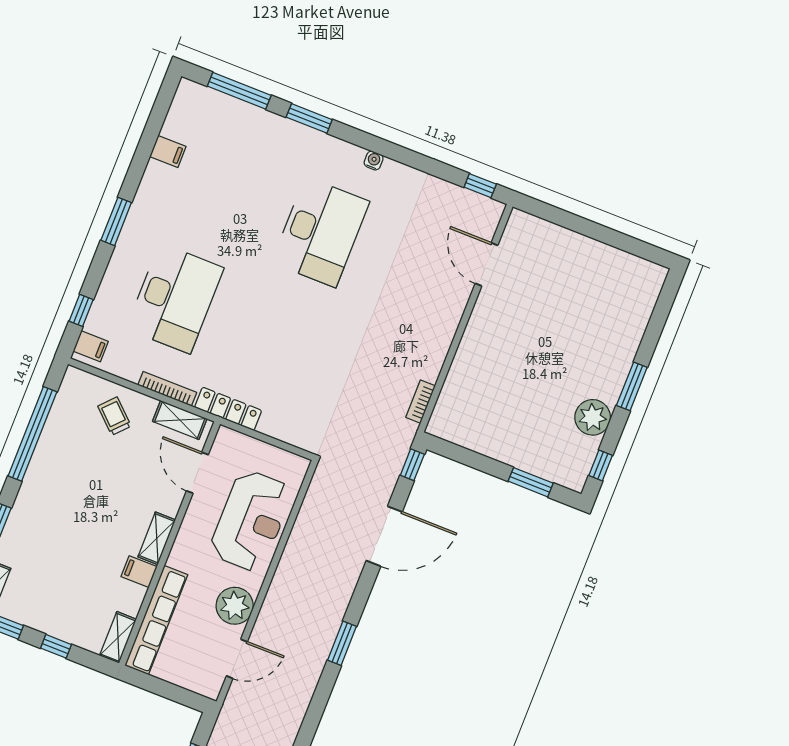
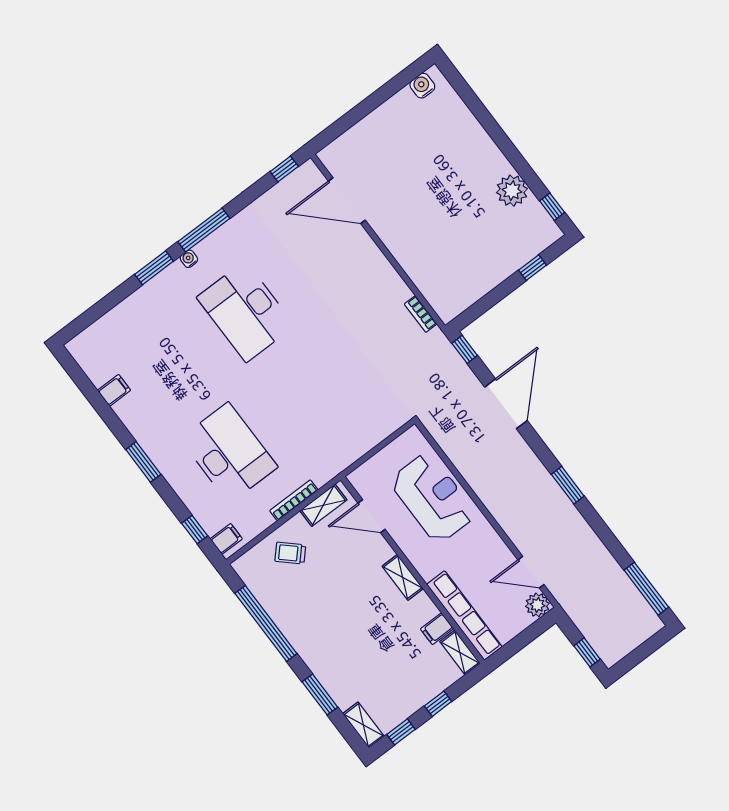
window: (239, 91) -> (204, 230), moved
water cooler: (374, 161) -> (189, 259), moved
desk: (321, 232) -> (246, 312), turned 180
door: (486, 264) -> (347, 201), width x1.36
water cooler: (641, 270) -> (422, 86), added
window: (632, 386) -> (507, 147), removed
locker: (228, 409) -> (337, 463), removed
window: (531, 482) -> (533, 268), width x0.67
filing cabinet: (139, 572) -> (437, 629), moved
plant: (235, 606) -> (537, 605), moved, width x0.73, depth x0.73
door: (237, 659) -> (531, 572), swing flipped

